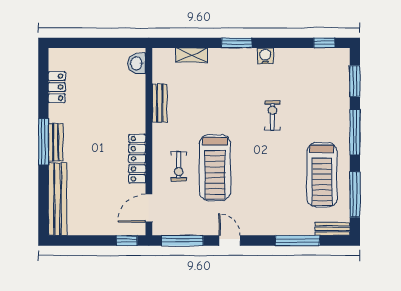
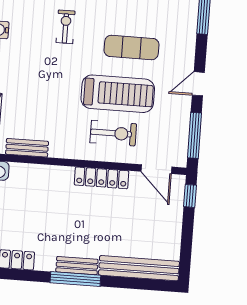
bench: (160, 103) -> (27, 148), moved
exercise bike: (272, 116) -> (66, 27), turned 90
exercise bike: (179, 166) -> (113, 133), width x1.38, depth x1.39
exercise mat: (258, 177) -> (131, 47), added

